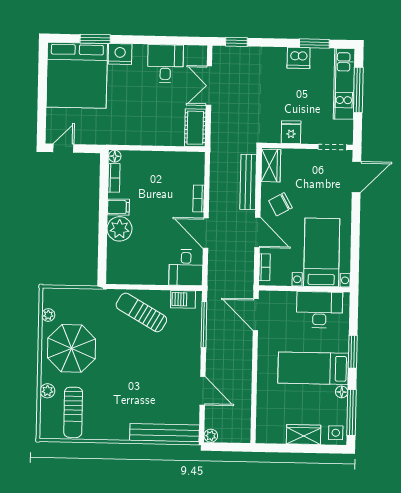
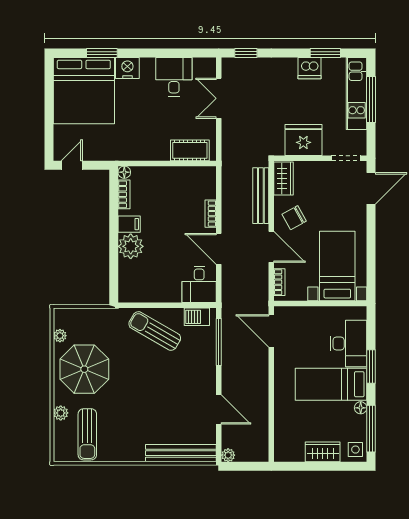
cot: (195, 128) -> (190, 150), moved, turned 90
fridge: (291, 132) -> (303, 140), width x1.88, depth x1.34
desk: (319, 310) -> (348, 344), moved, turned 90

